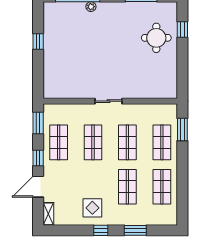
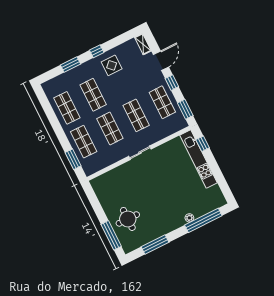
window: (182, 29) -> (111, 235), width x2.17
window: (38, 42) -> (203, 144), moved
kitchen unit: (50, 64) -> (199, 159), added

